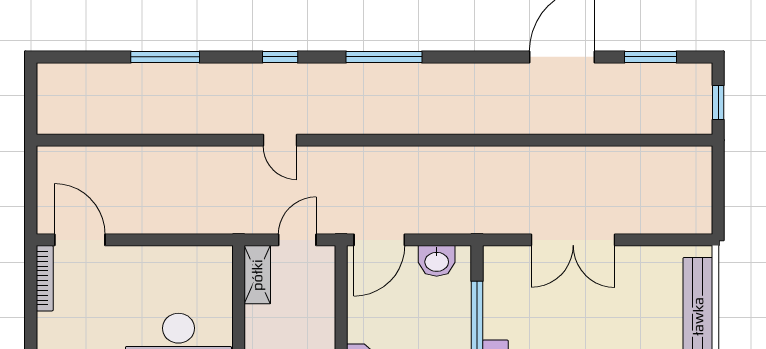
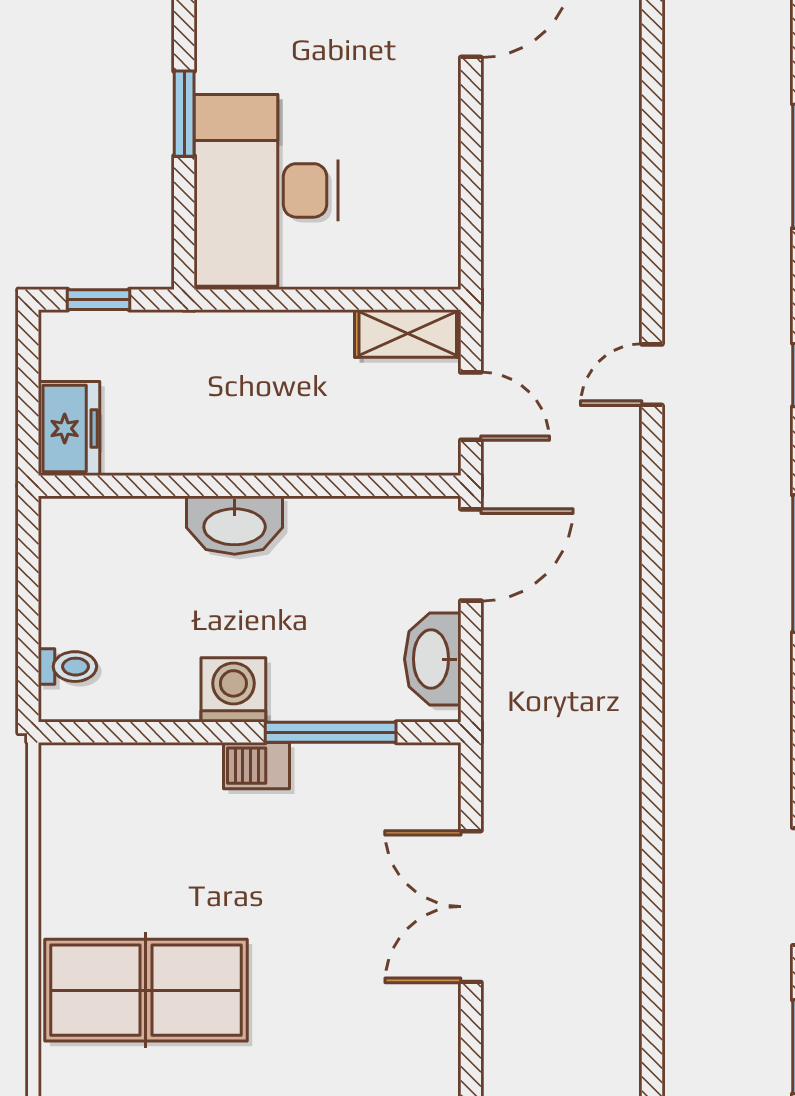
door: (379, 240) -> (471, 555), swing flipped
washbasin: (437, 261) -> (433, 659), width x1.38

